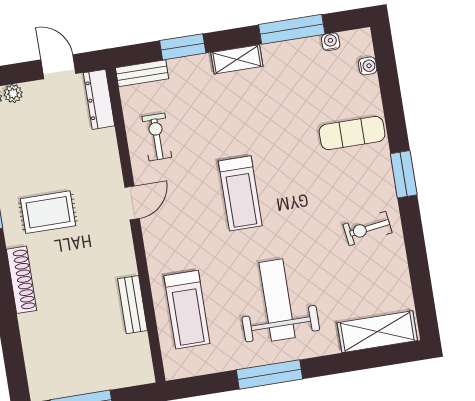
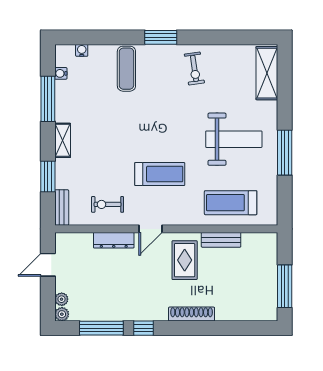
dresser: (99, 99) -> (114, 240), moved
treadmill: (240, 193) -> (160, 174), moved
door: (132, 203) -> (150, 229), swing flipped
rug: (48, 212) -> (185, 260), moved
weight bench: (277, 300) -> (234, 139), turned 180
treadmill: (187, 310) -> (231, 203), turned 180

